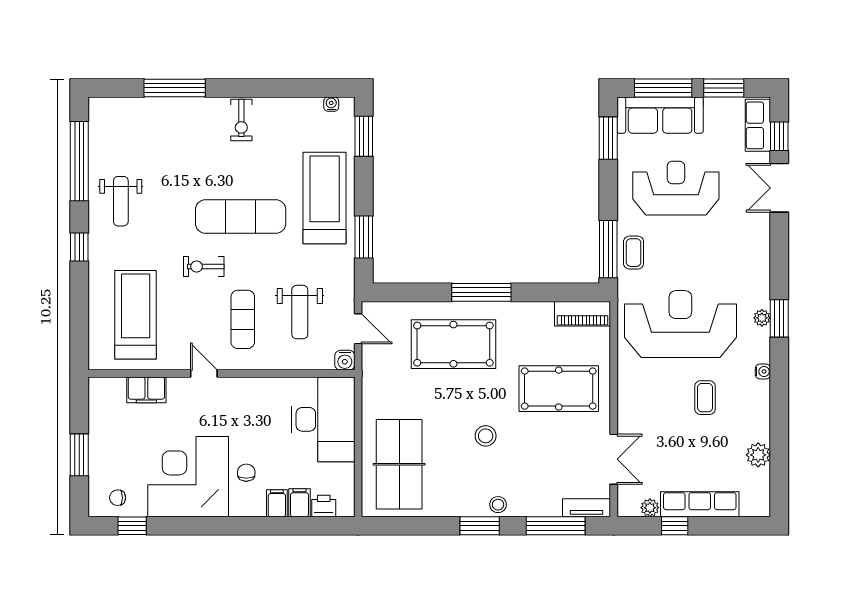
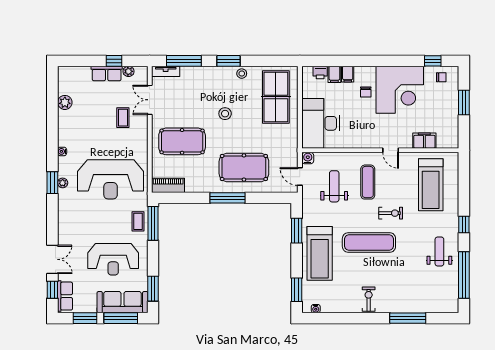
coffee table: (705, 398) -> (123, 118), moved
row of seats: (700, 504) -> (107, 73), width x0.68
stool: (498, 505) -> (242, 74), moved

